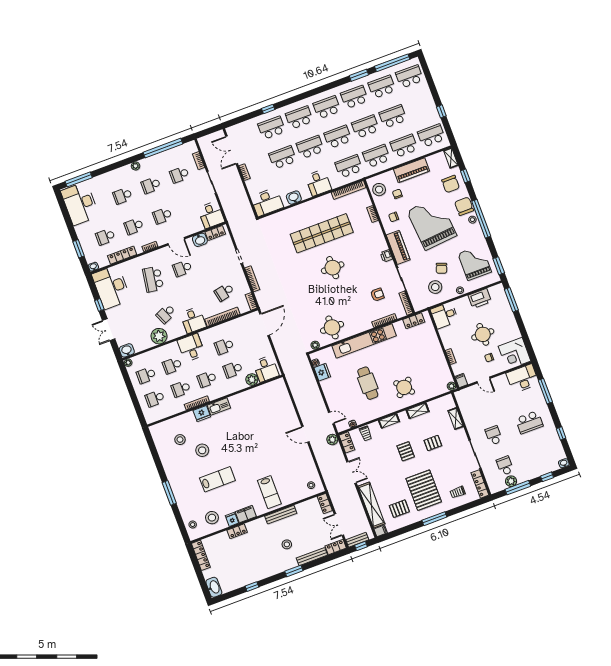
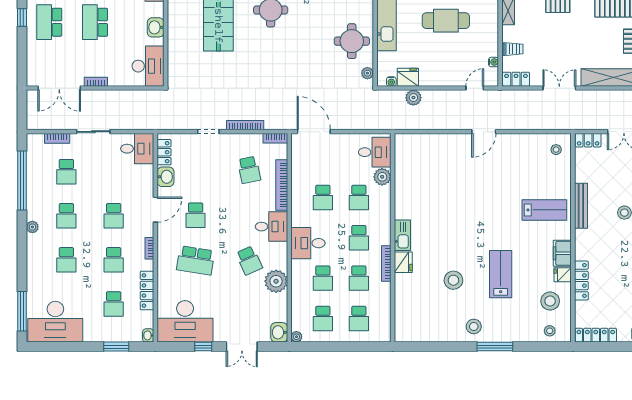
stool: (180, 440) -> (474, 326), moved
plant: (332, 440) -> (413, 98), moved
locker: (237, 531) -> (581, 280), width x1.53

